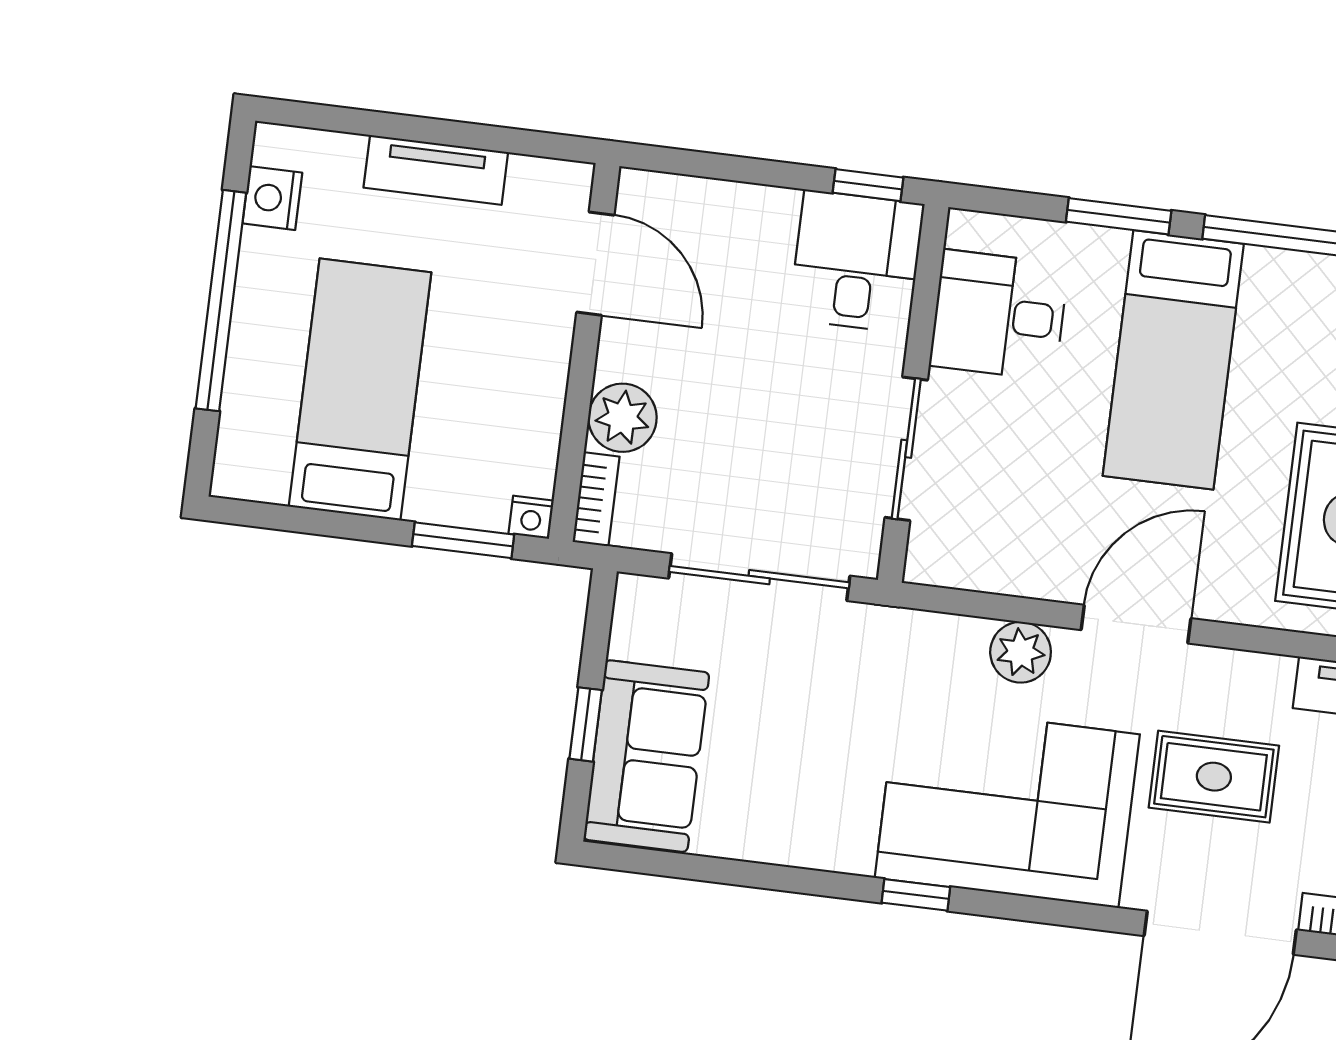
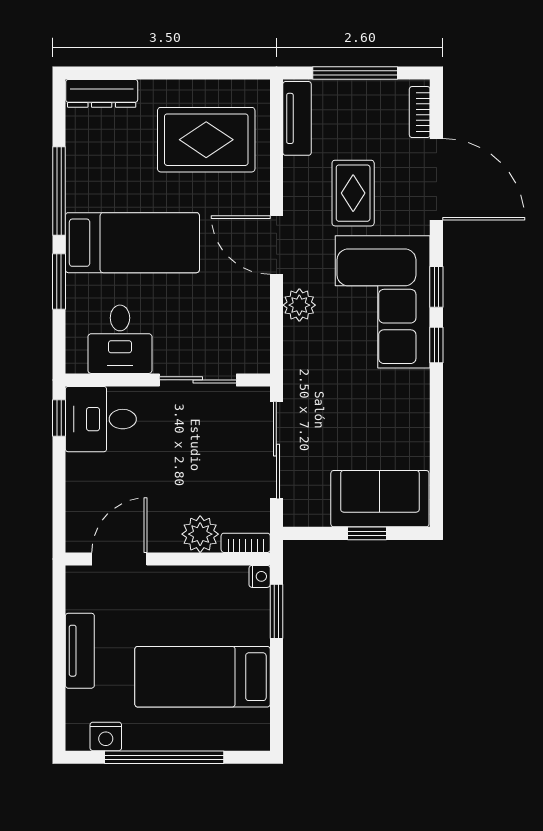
window: (1023, 908) -> (436, 287), added

